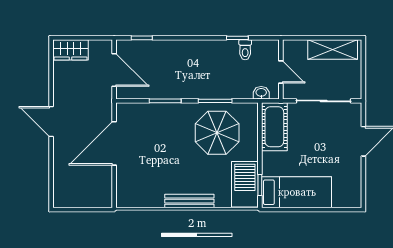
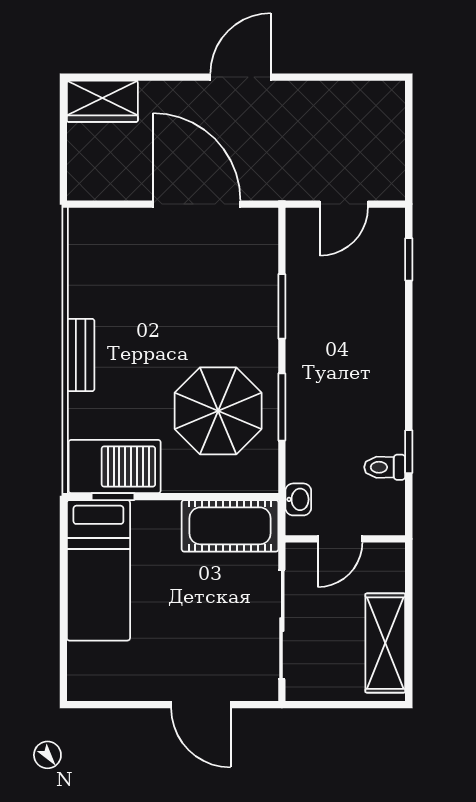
wardrobe: (70, 50) -> (102, 101), moved, turned -90
door: (114, 70) -> (344, 204), width x0.73
bench: (189, 201) -> (81, 355), width x0.73

